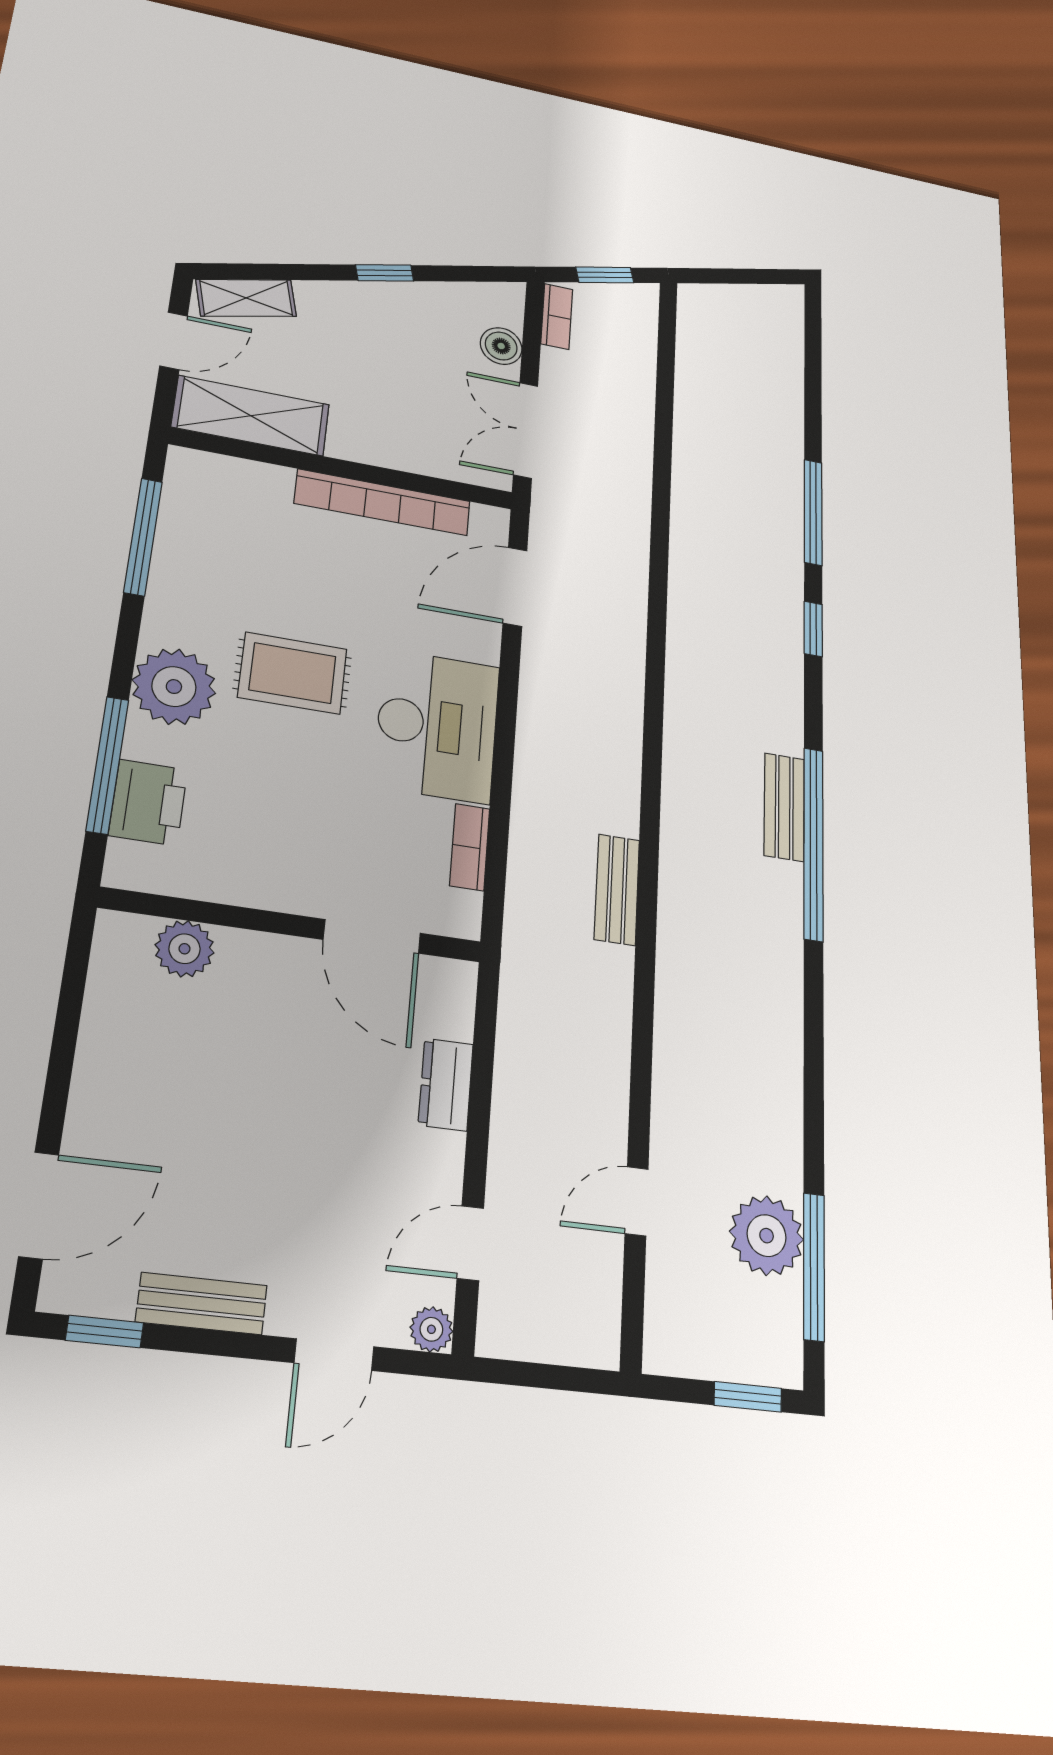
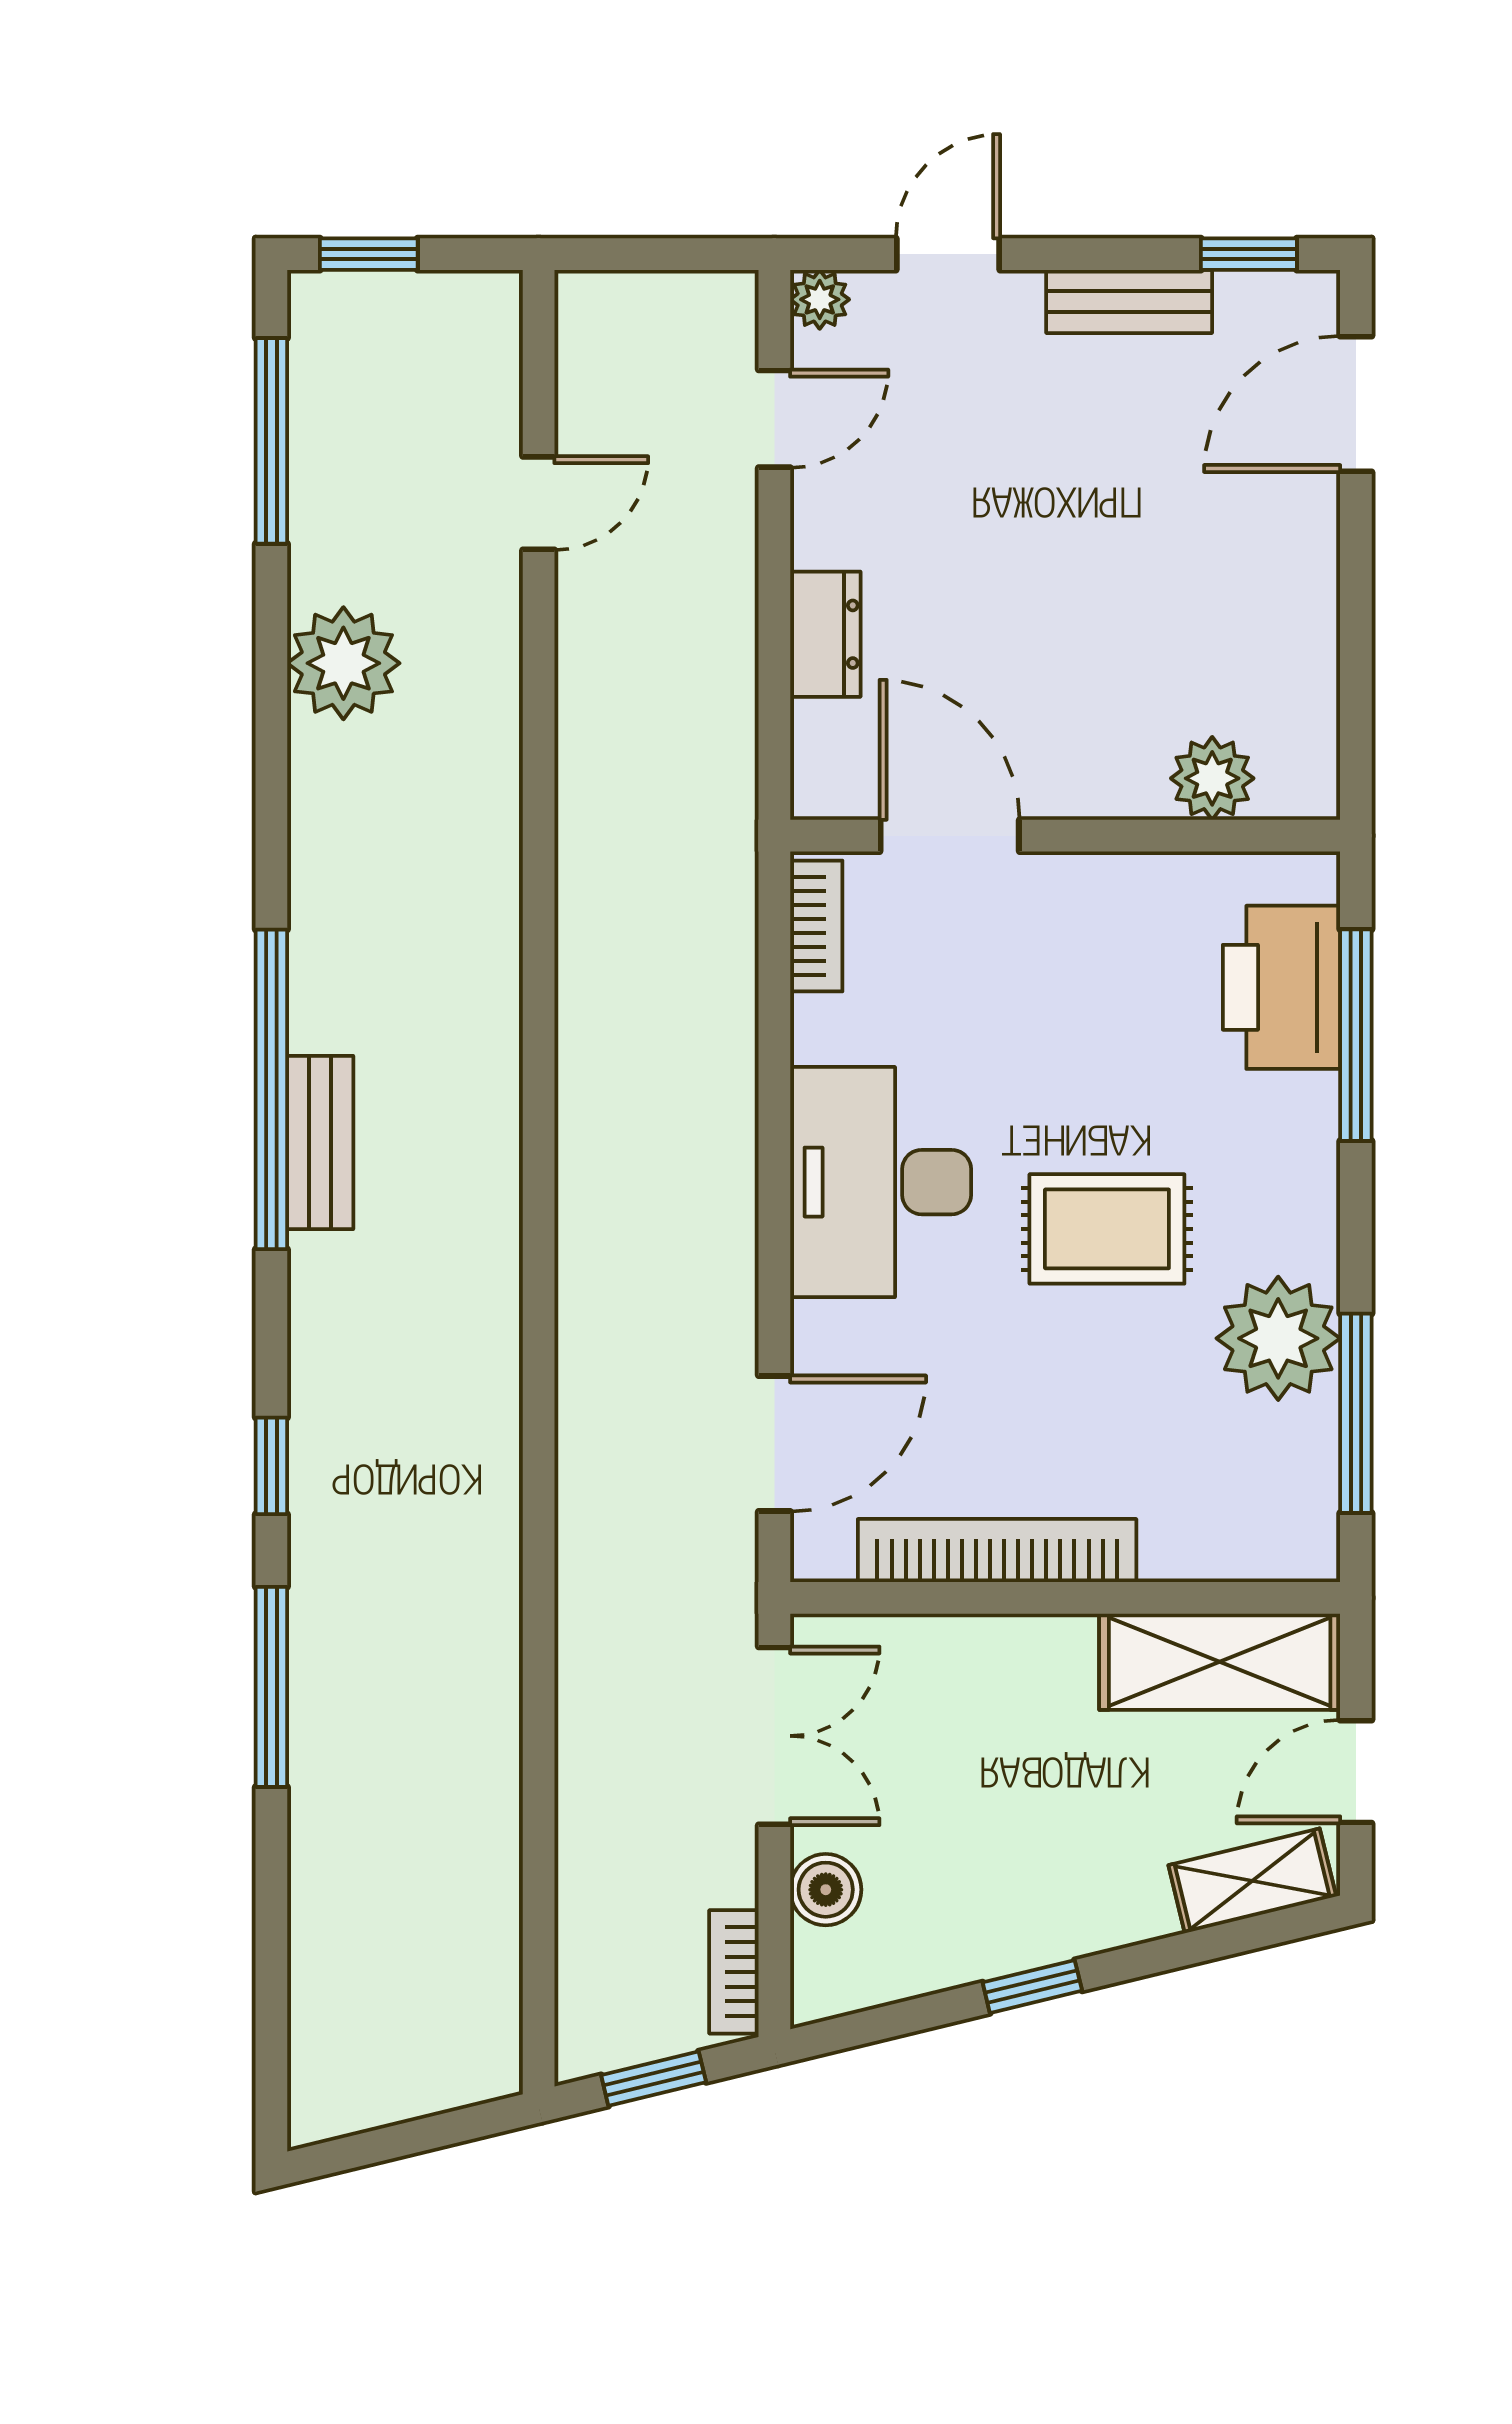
plant: (174, 687) -> (1278, 1338), moved
printer: (148, 802) -> (1281, 987), width x1.37, depth x1.19
bookcase: (470, 847) -> (816, 926), moved
bench: (617, 889) -> (586, 964), removed
plant: (767, 1236) -> (343, 663), moved

